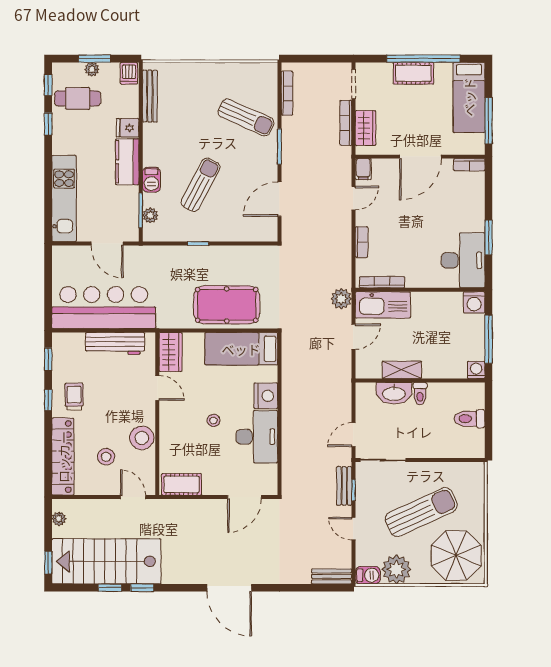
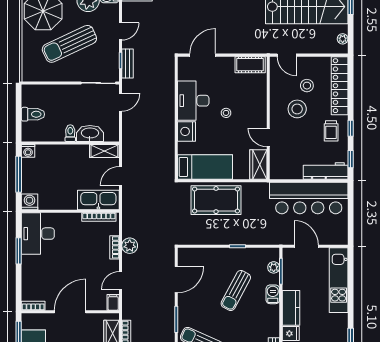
plant: (341, 299) -> (130, 246), moved
workbench: (115, 343) -> (326, 171), moved
shelving: (402, 370) -> (104, 151), moved
stool: (142, 438) -> (297, 109), moved
door: (353, 529) -> (120, 31), hinge flipped

